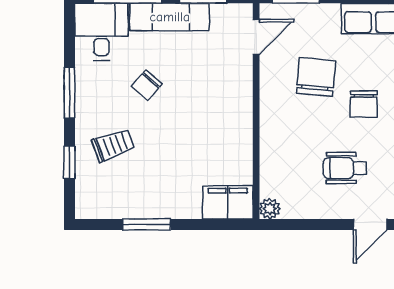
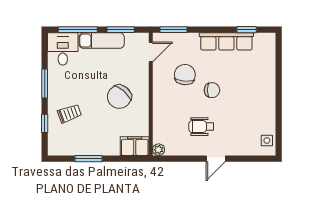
chair: (147, 85) -> (119, 97), moved, width x1.87, depth x1.87
chair: (364, 104) -> (212, 90), turned -90

